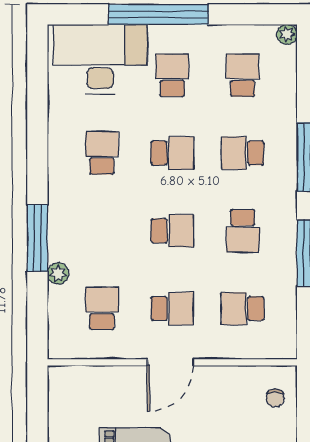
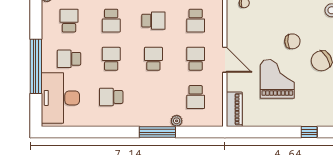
school desk: (243, 75) -> (69, 21), turned 90
school desk: (102, 308) -> (196, 97), turned -90
piano: (79, 380) -> (234, 109), added

